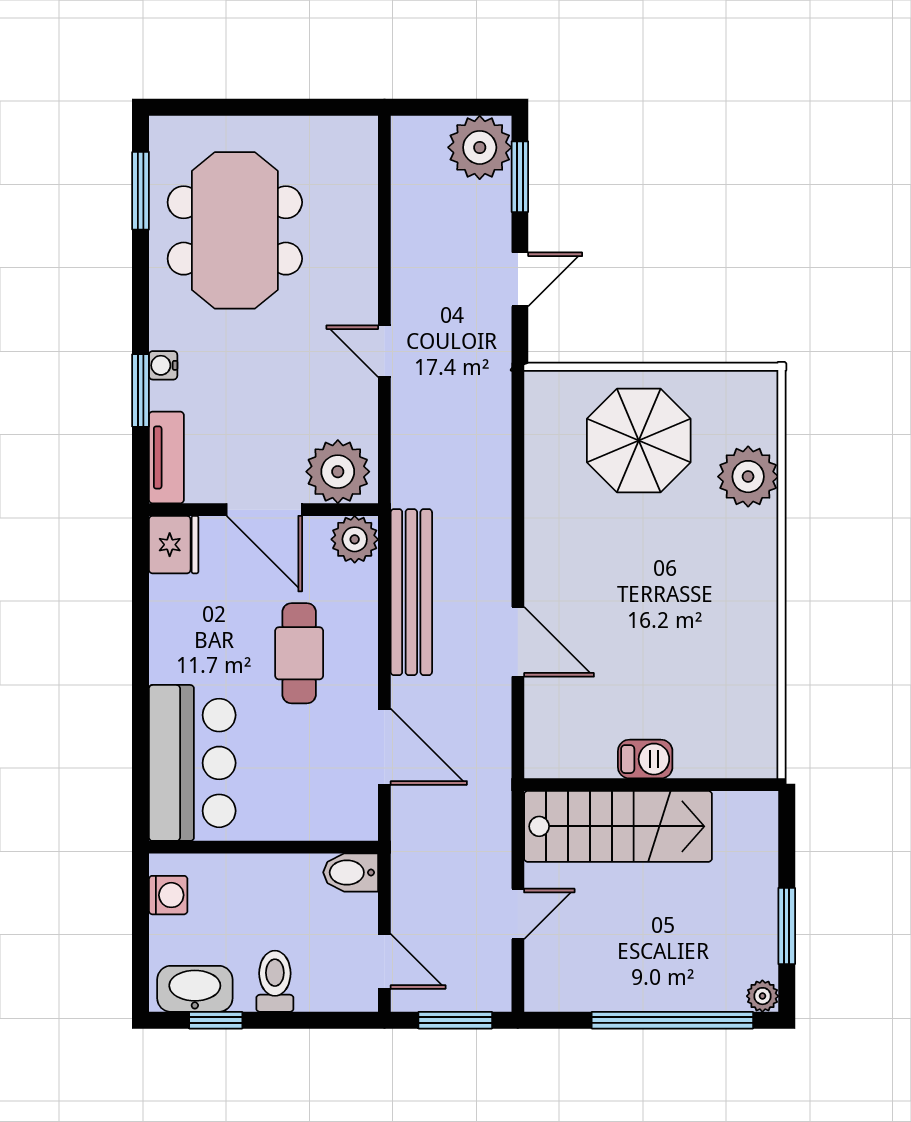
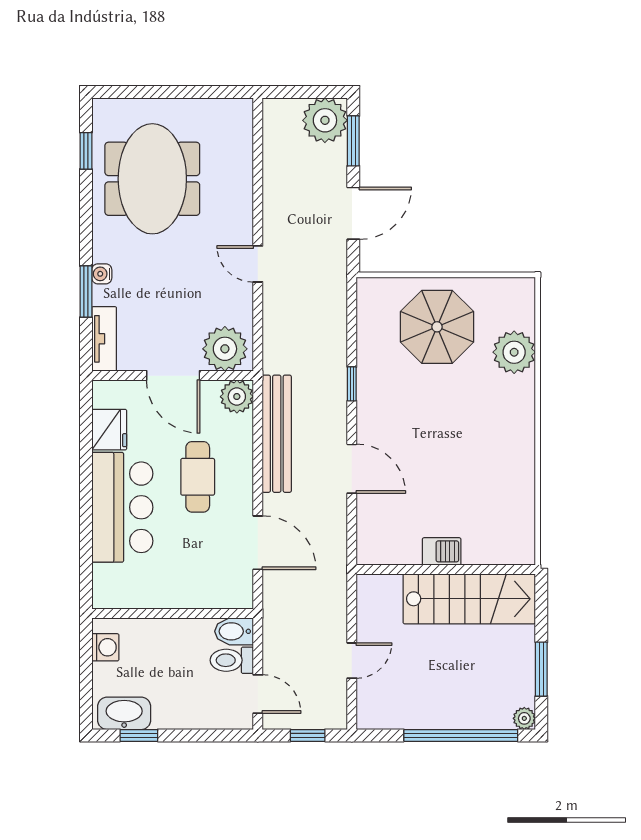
window: (141, 191) -> (86, 151), width x0.67
door: (520, 279) -> (353, 213), width x1.38
window: (518, 521) -> (352, 384), added
fridge: (174, 545) -> (109, 430), moved
bar counter: (192, 763) -> (122, 507), moved
stairs: (618, 826) -> (469, 599), moved
toilet: (275, 981) -> (232, 660), moved, turned -90
window: (455, 1020) -> (308, 735), width x0.67

